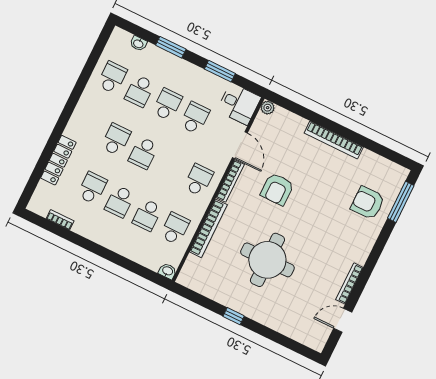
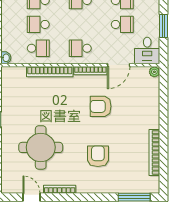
bookcase: (334, 140) -> (154, 152), moved
school desk: (199, 180) -> (80, 48), turned 180
armchair: (368, 203) -> (98, 156), moved
round table: (267, 260) -> (41, 147), moved

